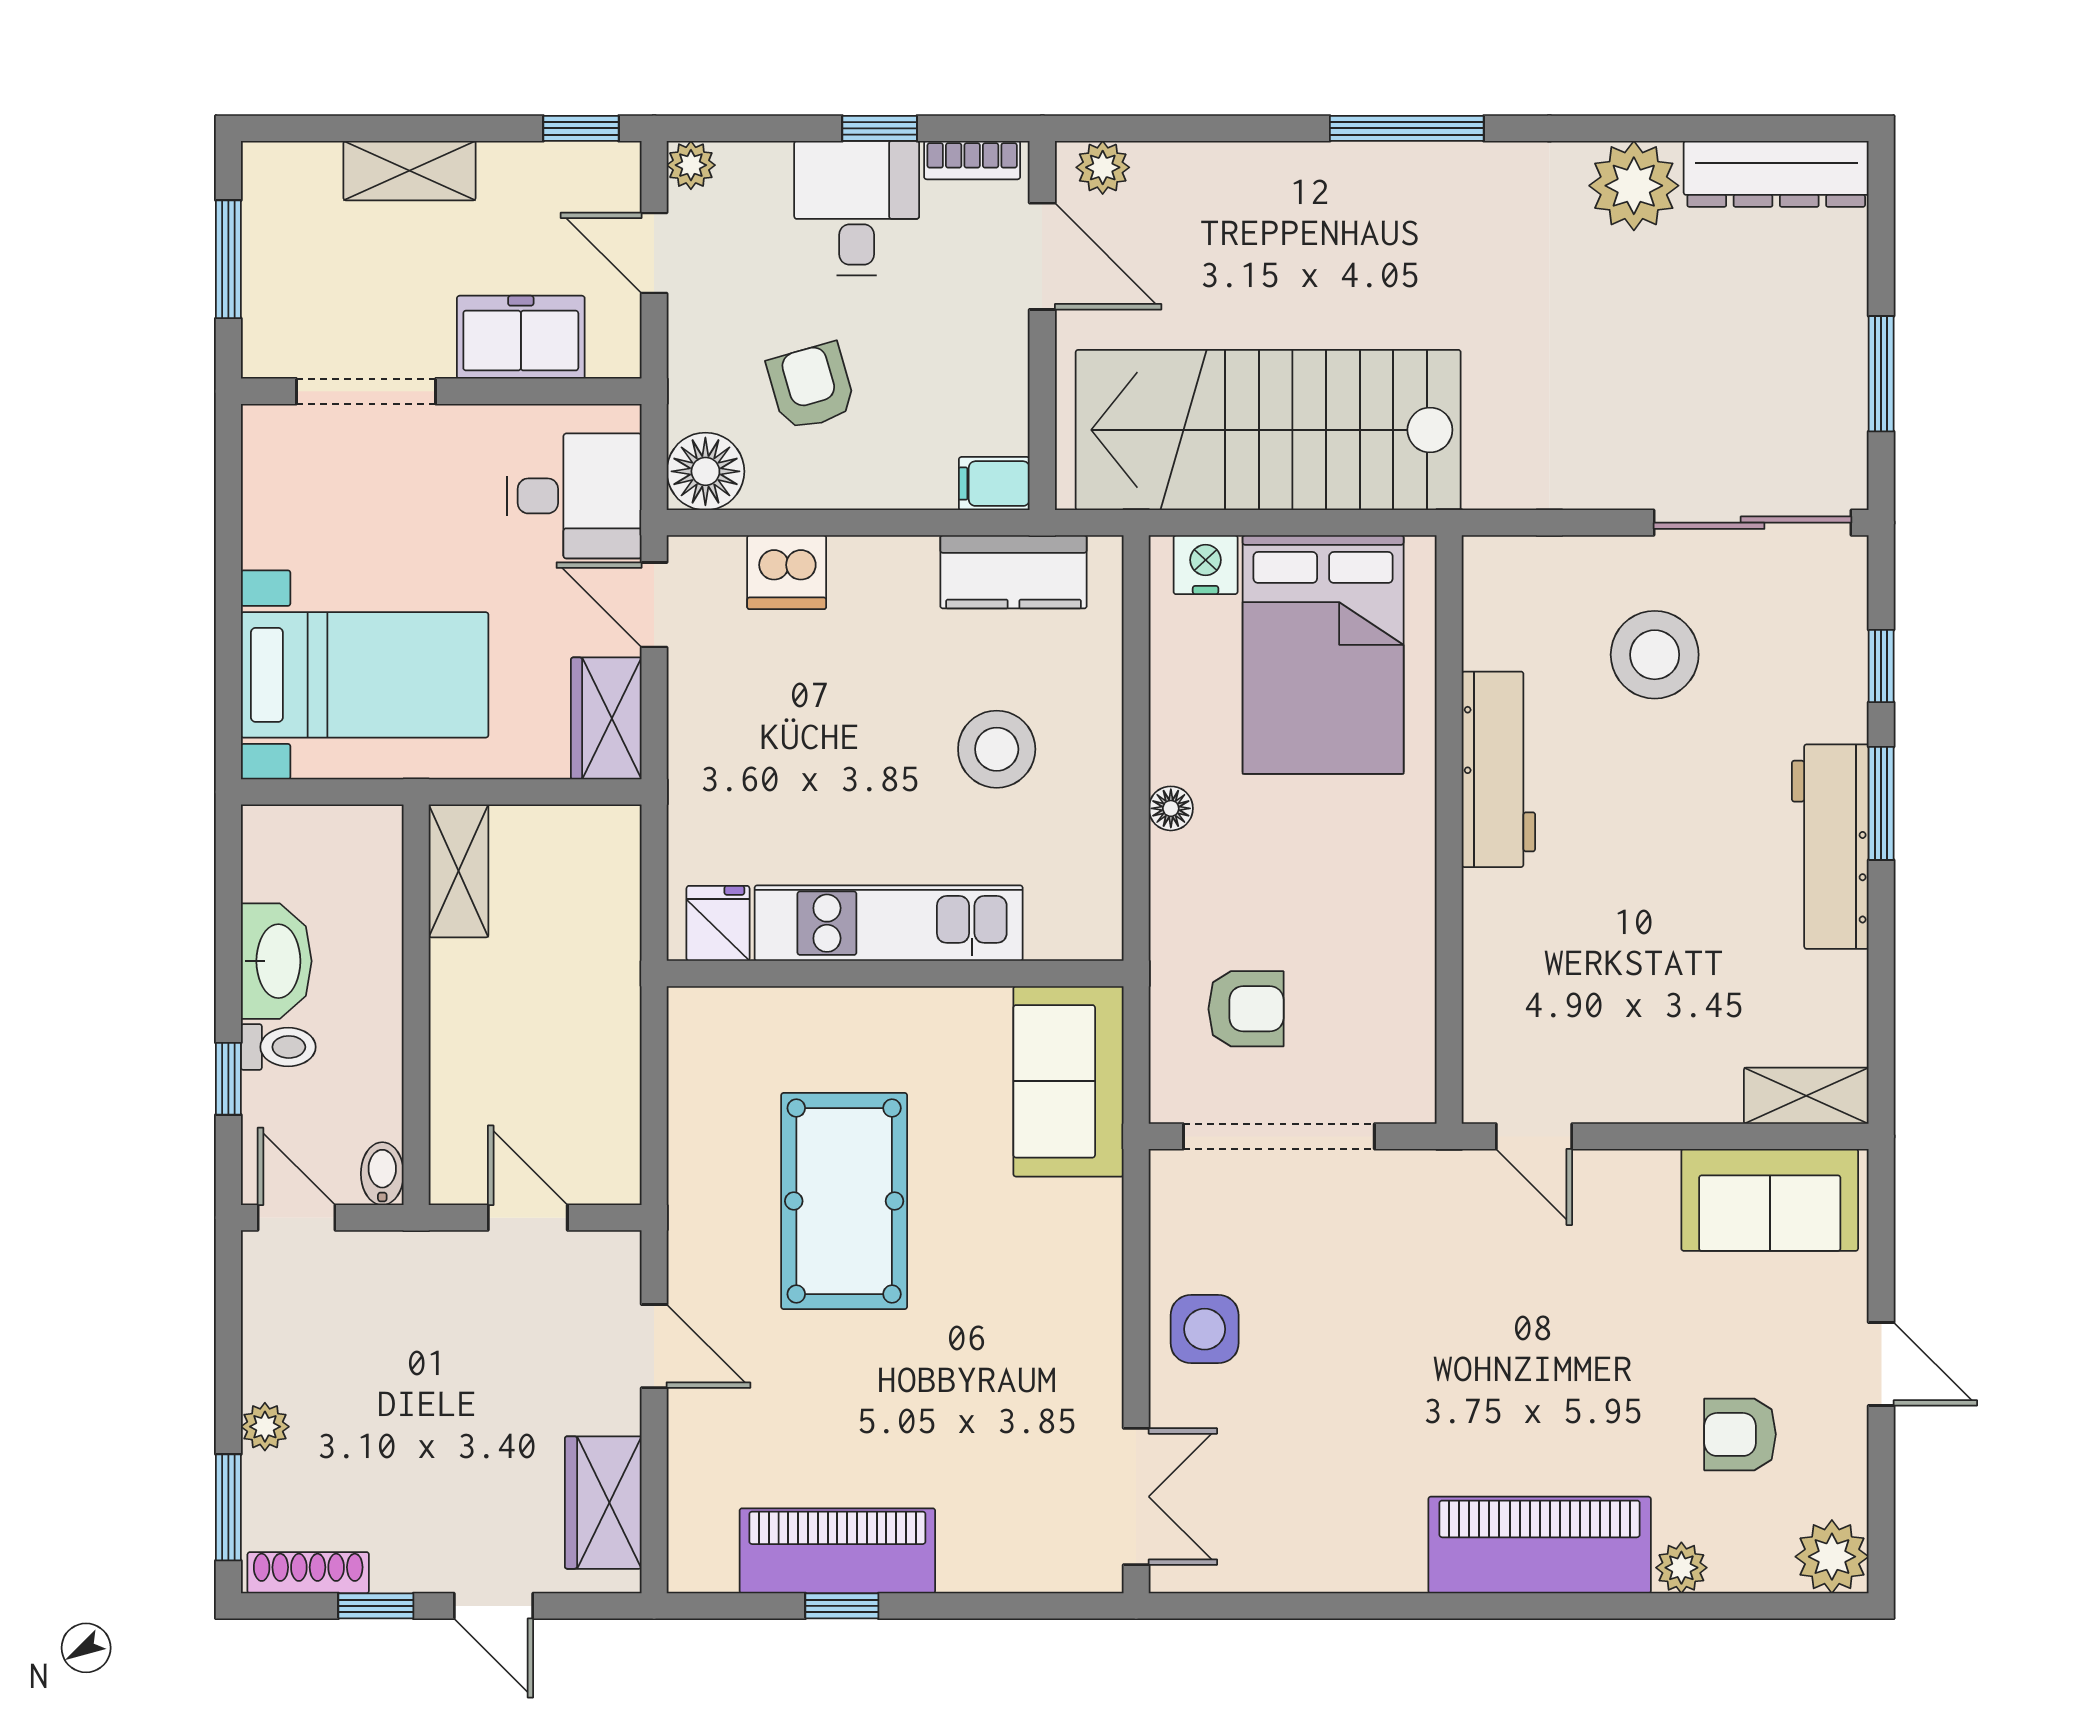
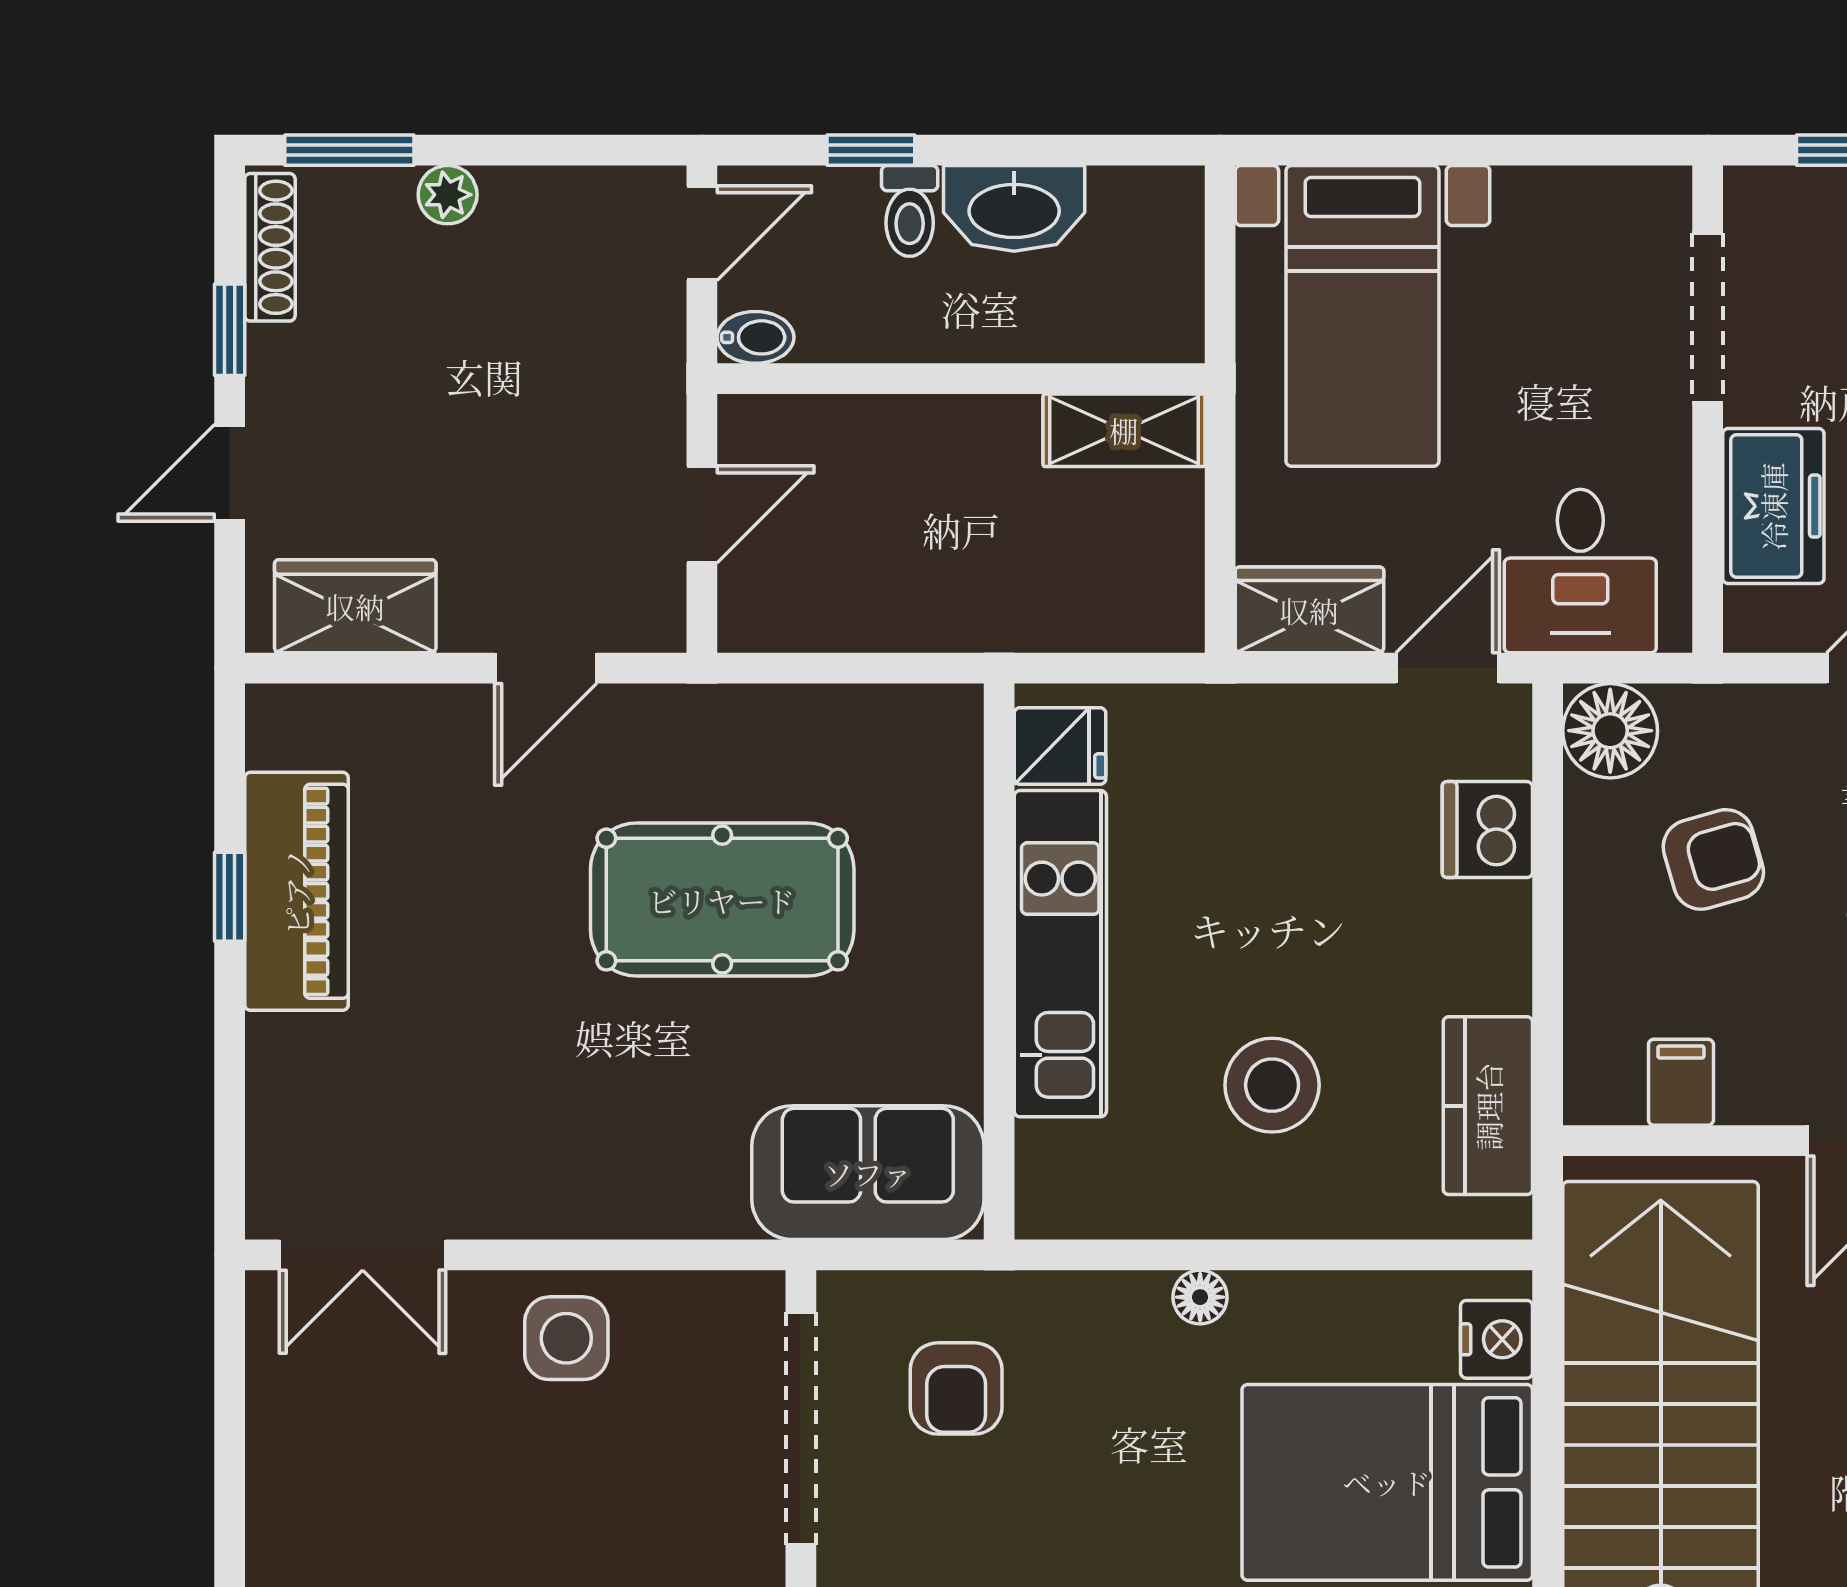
filing cabinet: (994, 484) -> (1681, 1082), moved

